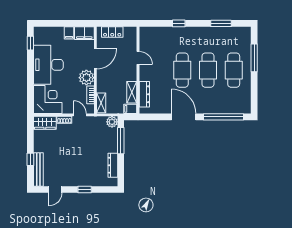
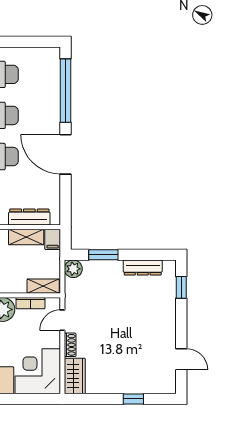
door: (184, 117) -> (65, 154), hinge flipped
window: (121, 141) -> (103, 255), width x0.69
bench: (38, 169) -> (149, 386), removed
window: (85, 189) -> (181, 287), moved

